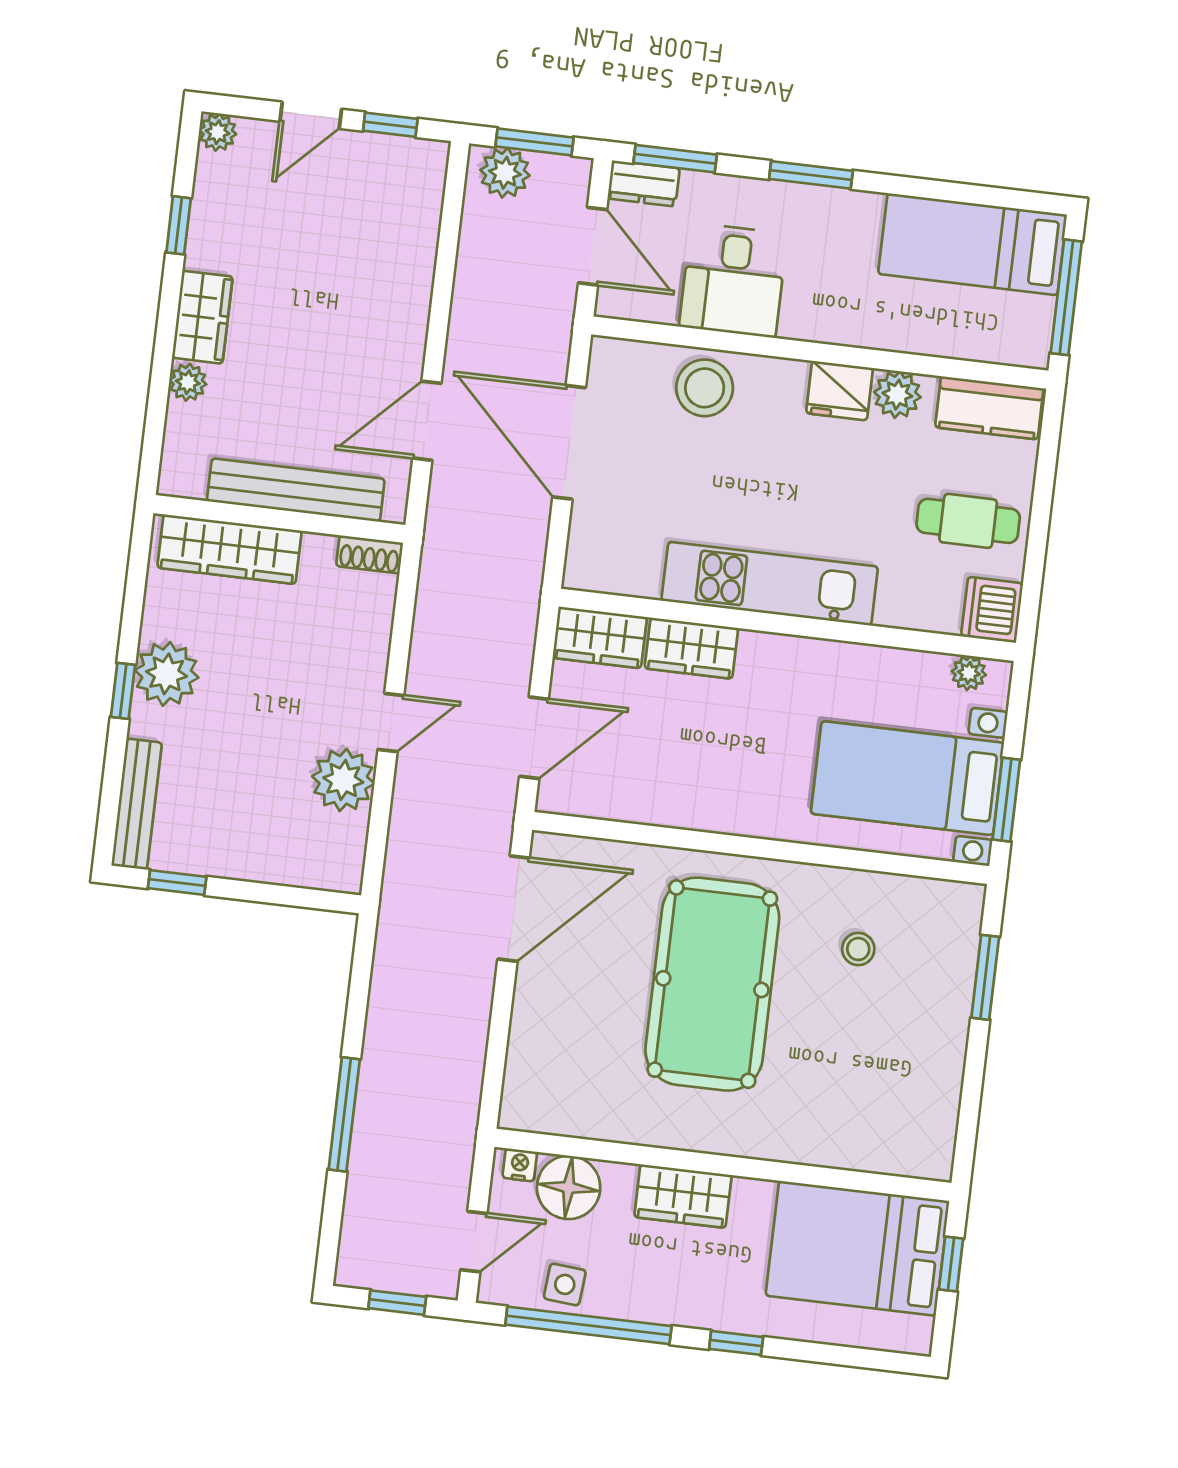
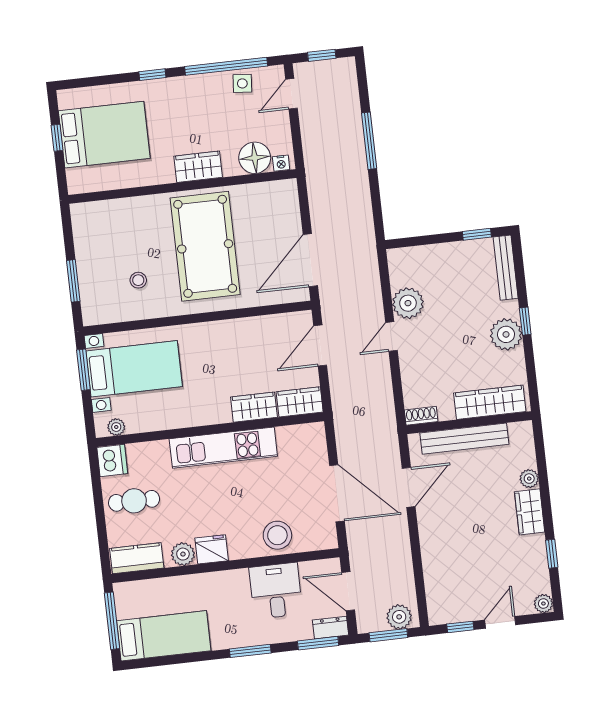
nightstand: (520, 1165) -> (281, 163), moved
wall: (723, 1165) -> (182, 186), moved
floor lamp: (569, 1187) -> (255, 158), moved
wardrobe: (683, 1196) -> (198, 167), moved

